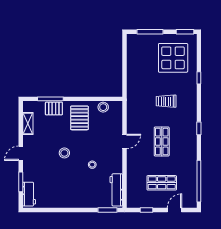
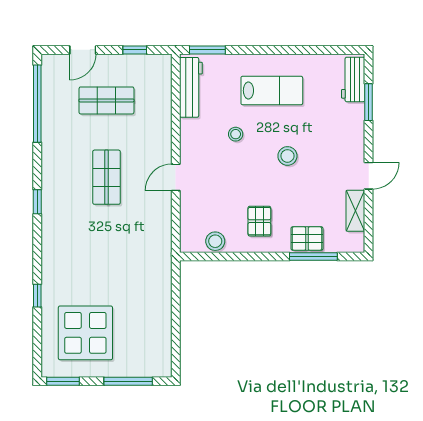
trolley: (166, 101) -> (98, 252), removed
pallet: (79, 118) -> (259, 221), width x0.67, depth x0.71
door: (21, 153) -> (369, 176), moved
lab bench: (73, 188) -> (272, 91), added

